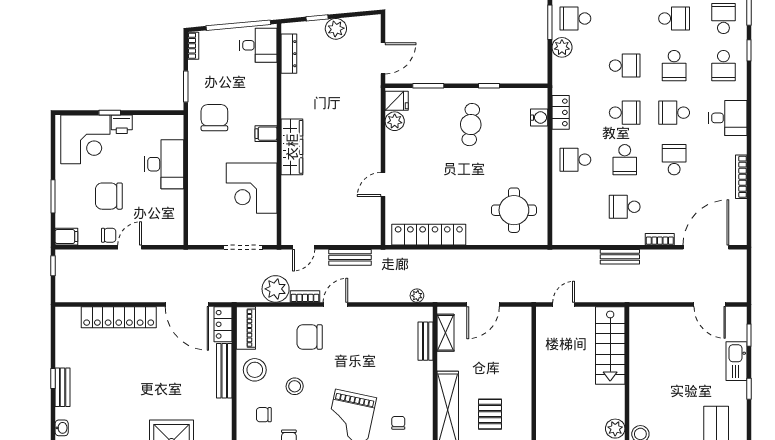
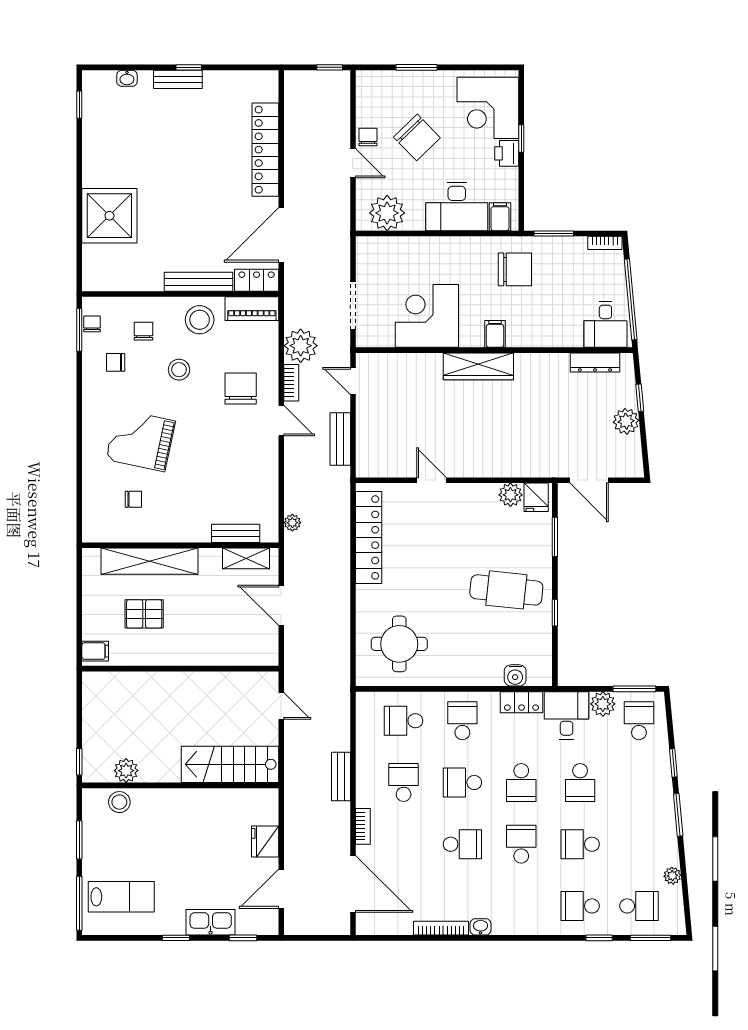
school desk: (674, 19) -> (404, 721), moved, turned 90
desk: (728, 118) -> (567, 715), moved, turned 180
cafe table: (471, 125) -> (506, 590), width x1.37, depth x1.35
washbasin: (740, 145) -> (481, 927), added
chair: (109, 196) -> (417, 137), turned 136
plant: (169, 220) -> (387, 213), added
chair: (109, 235) -> (368, 137), turned 180
filing cabinet: (66, 237) -> (500, 217), moved, turned 180
fridge: (672, 317) -> (265, 841), added

